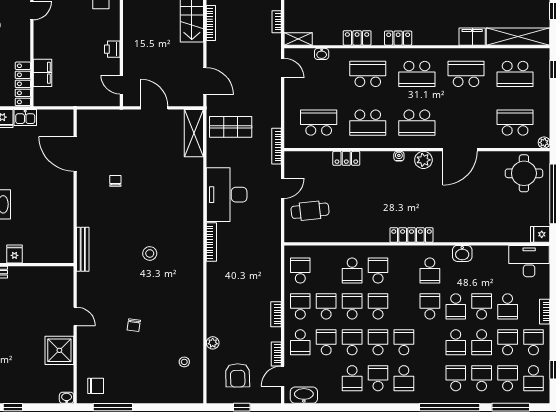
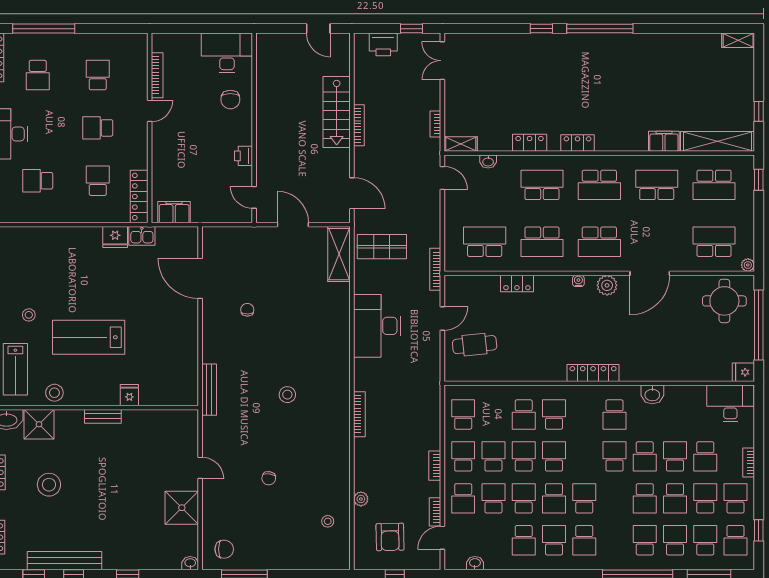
filing cabinet: (42, 73) -> (174, 212), moved, turned -90
bookcase: (211, 242) -> (359, 414), moved
school desk: (378, 342) -> (554, 498), turned 180
washbasin: (304, 395) -> (475, 563), width x0.52, depth x0.69

